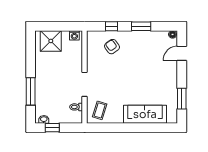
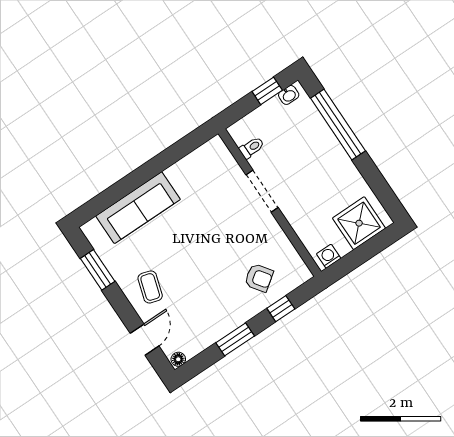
window: (31, 91) -> (338, 124), width x1.46
coffee table: (100, 110) -> (150, 287), moved

